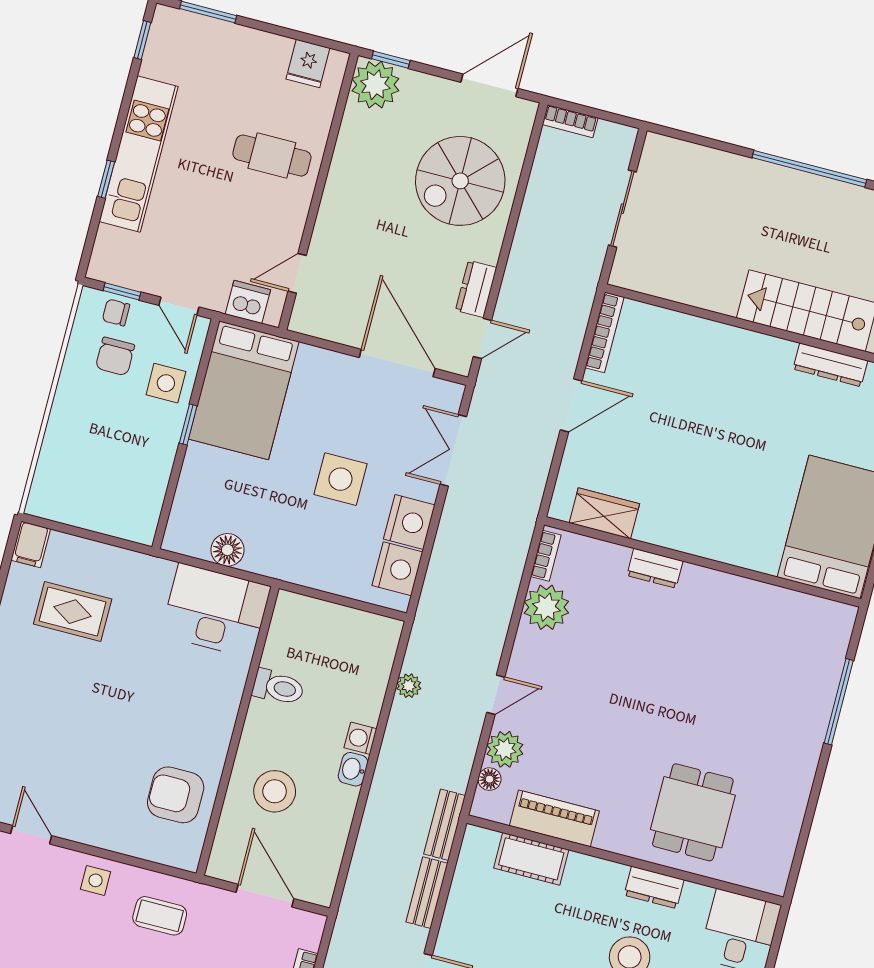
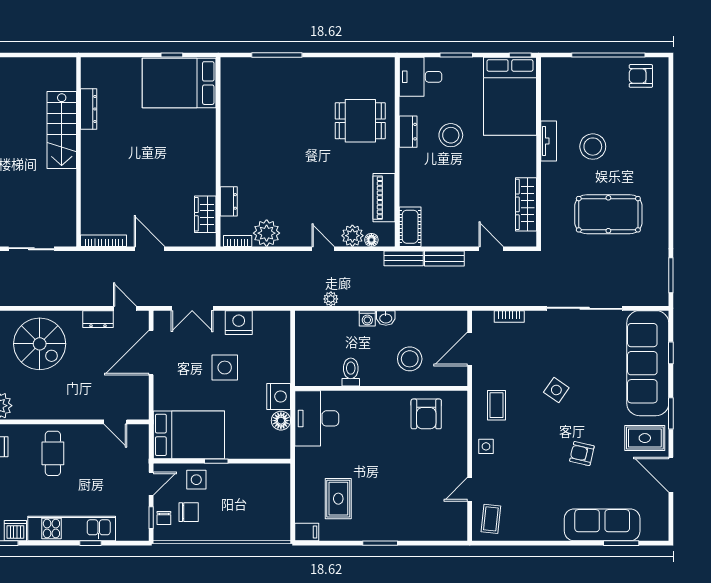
dishwasher: (248, 302) -> (15, 531), moved, turned 90
dresser: (655, 568) -> (229, 201), moved
nightstand: (397, 569) -> (279, 396), moved, turned 90
cot: (531, 859) -> (410, 227), moved

